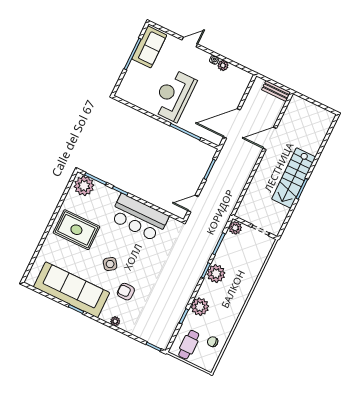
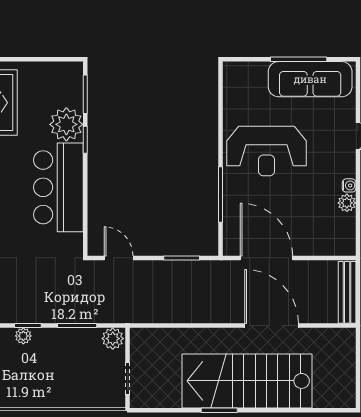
sofa: (149, 47) -> (310, 79), width x1.36
bench: (276, 91) -> (347, 292), width x1.36
reception desk: (174, 95) -> (267, 151), turned 180
door: (270, 138) -> (272, 326), width x1.36
stairs: (294, 178) -> (247, 381), width x1.36, depth x1.51
plant: (84, 186) -> (66, 124), moved
plant: (216, 274) -> (23, 336), width x0.53, depth x0.53

